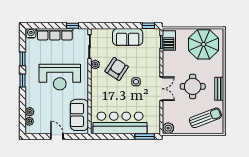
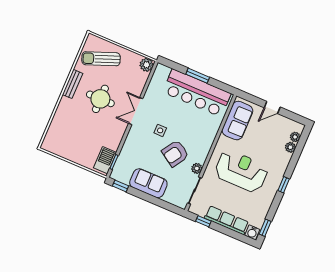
parasol: (203, 44) -> (69, 140), removed
window: (22, 59) -> (265, 228), moved
door: (57, 137) -> (272, 107), hinge flipped
window: (145, 137) -> (198, 76), moved

